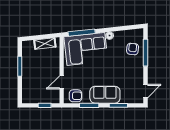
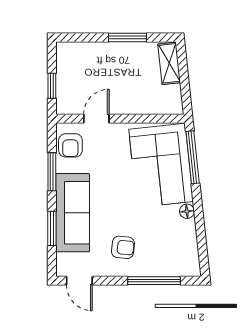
shelving: (45, 43) -> (169, 63), moved
armchair: (133, 49) -> (123, 247), moved
door: (62, 82) -> (96, 119), hinge flipped
sofa: (105, 95) -> (73, 213), width x1.36

